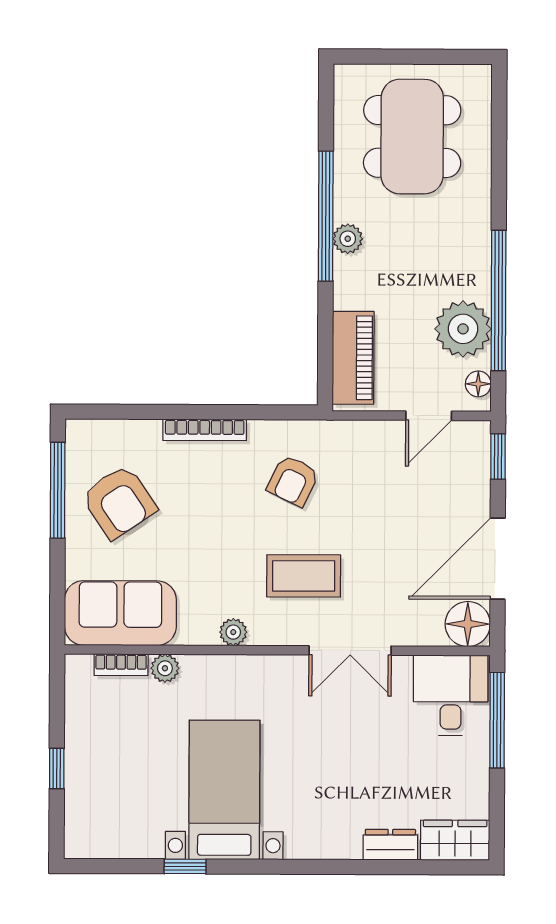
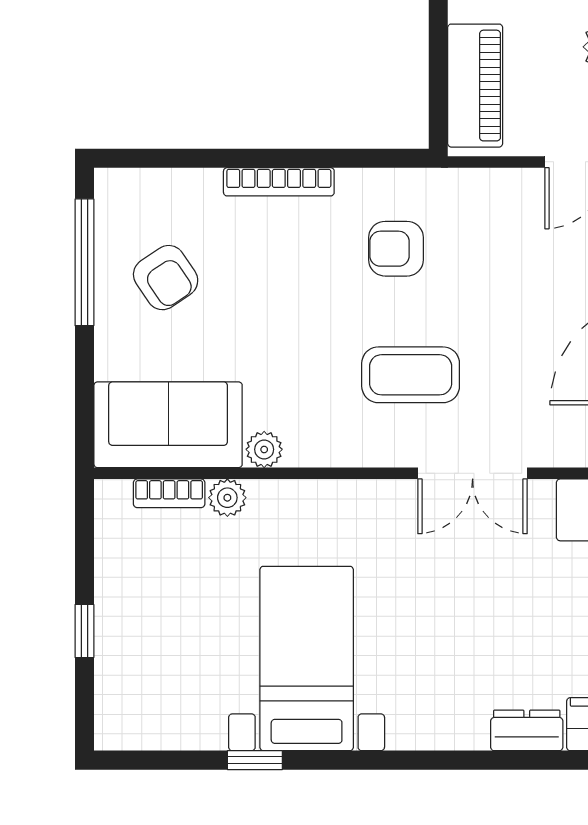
armchair: (293, 481) -> (396, 249), turned 64
armchair: (119, 502) -> (166, 278), width x0.72, depth x0.72
plant: (233, 632) -> (264, 449), moved

